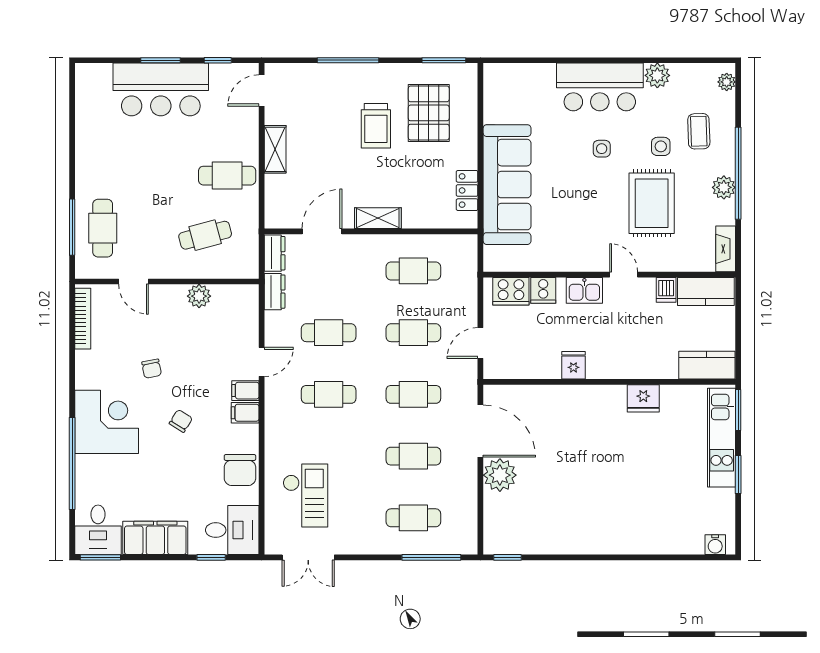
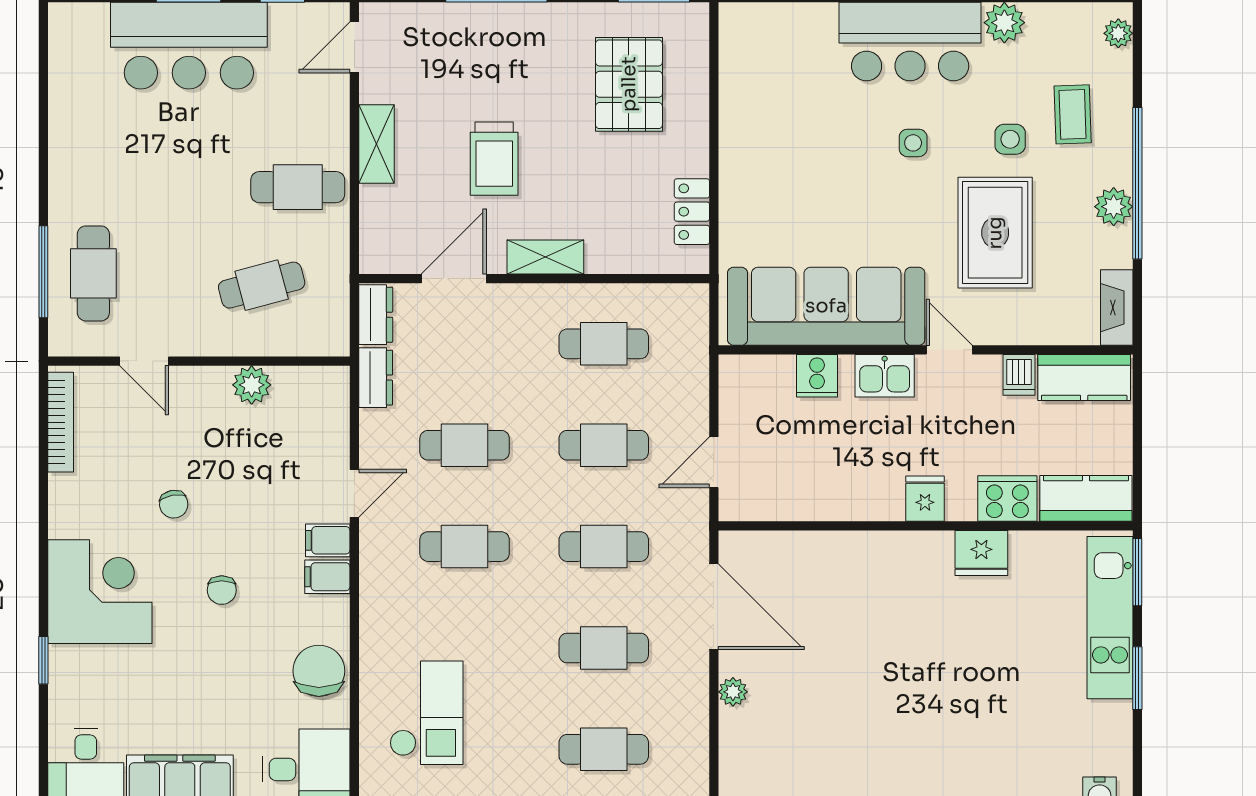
trolley: (376, 126) -> (494, 159), moved
sofa: (507, 185) -> (826, 306), moved, turned -90
cooker: (511, 291) -> (1007, 499), moved, turned 180
fridge: (573, 365) -> (925, 499), moved
chair: (181, 421) -> (222, 590), turned 148
window: (72, 464) -> (43, 660), width x0.32
chair: (240, 470) -> (319, 671), turned 180
plant: (500, 475) -> (733, 692), width x0.53, depth x0.53

